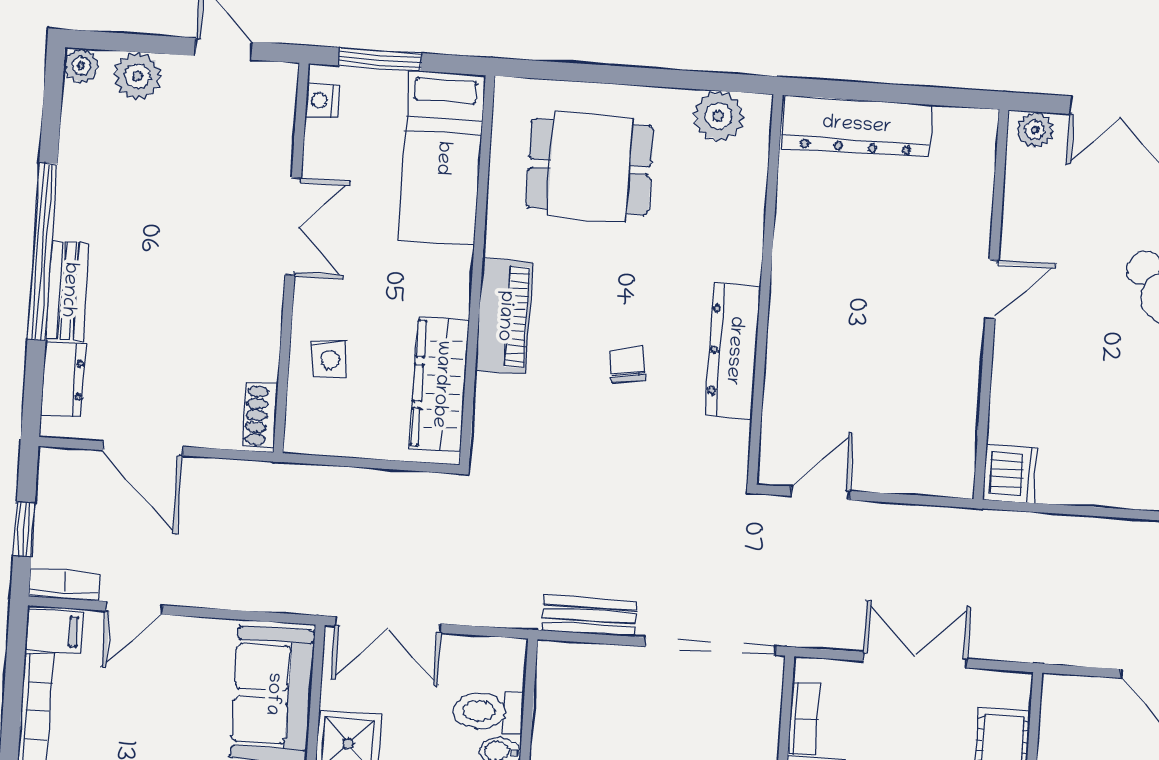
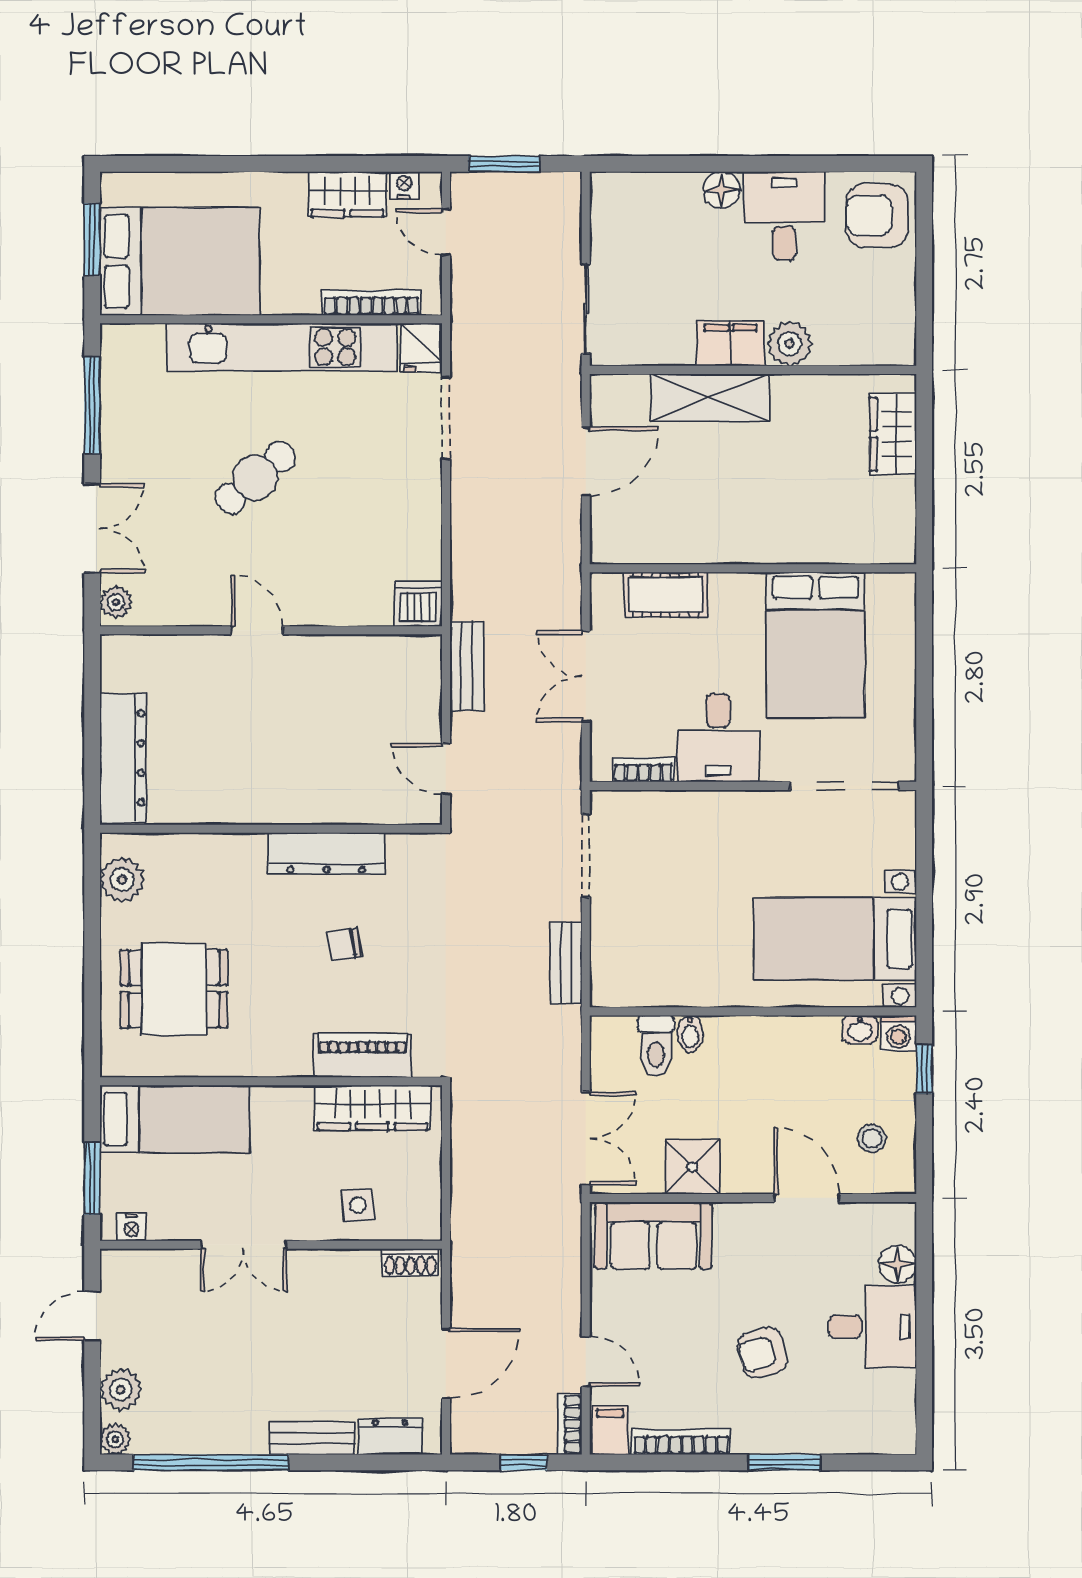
dining table: (590, 167) -> (174, 989), turned 90
double door: (293, 227) -> (244, 1245), swing flipped
window: (42, 251) -> (211, 1462), moved
piano: (504, 316) -> (363, 1055), moved
bench: (935, 525) -> (467, 666), added
doorway: (710, 646) -> (586, 856), width x0.73

